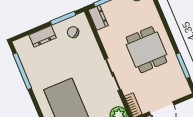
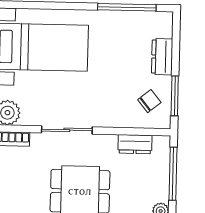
dresser: (98, 18) -> (135, 144), moved

